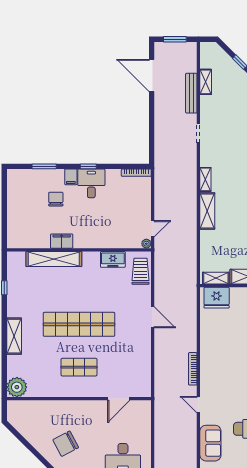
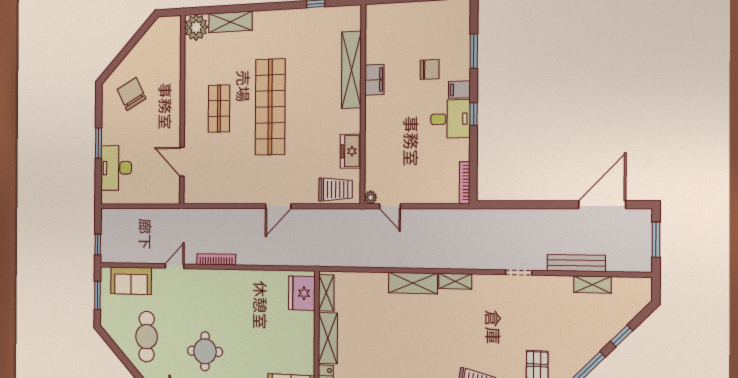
shelving: (14, 336) -> (230, 22), moved

